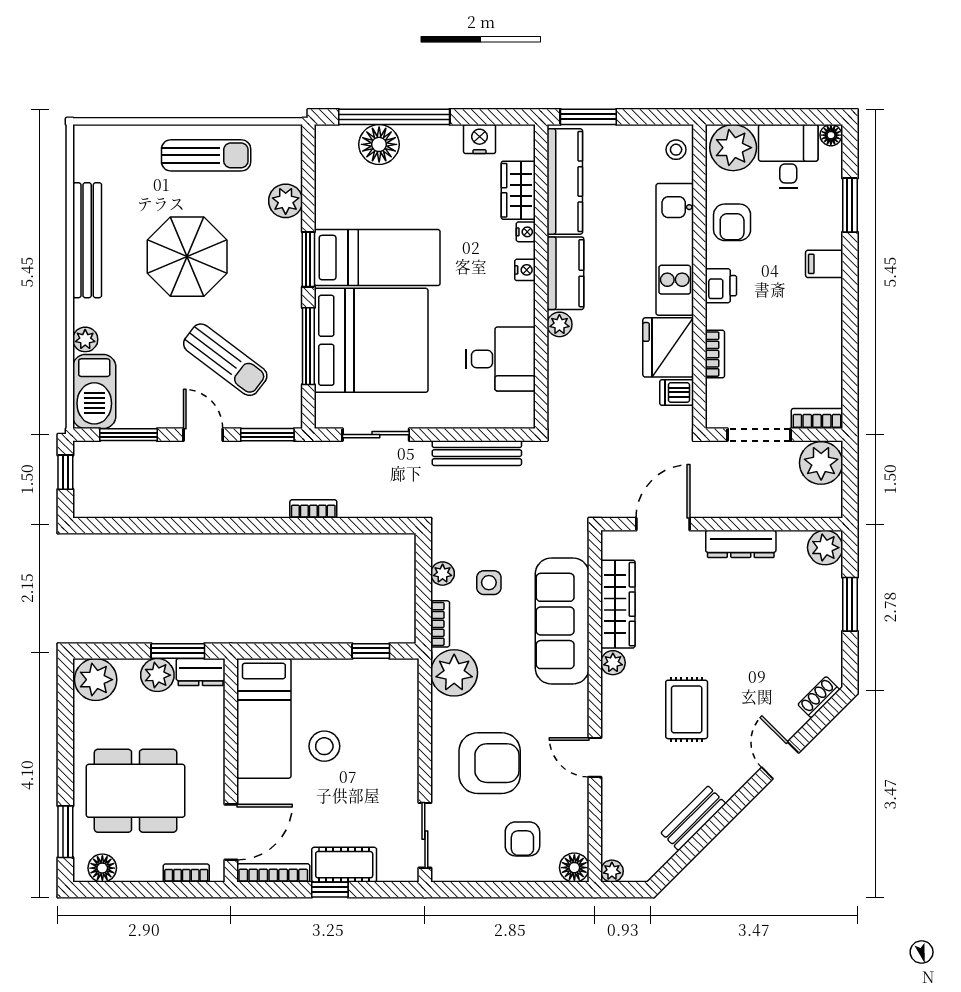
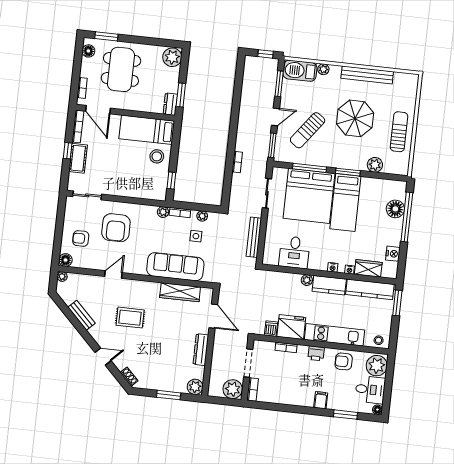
sun lounger: (206, 155) -> (399, 132), turned 180
plant: (613, 663) -> (154, 287), removed
plant: (454, 673) -> (163, 212), width x0.53, depth x0.53
plant: (157, 675) -> (171, 85), removed
stool: (324, 746) -> (157, 156), moved

